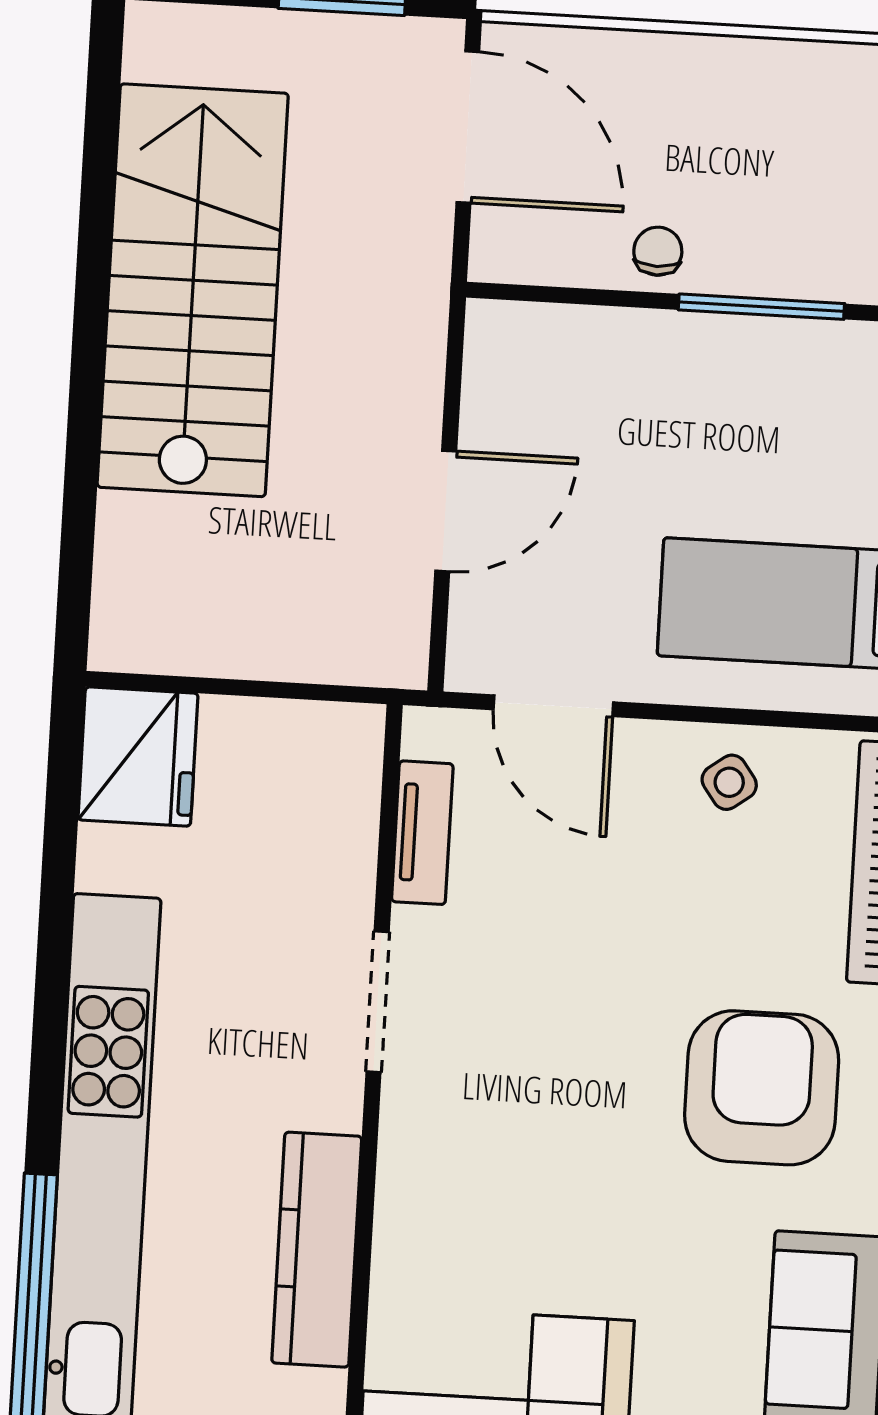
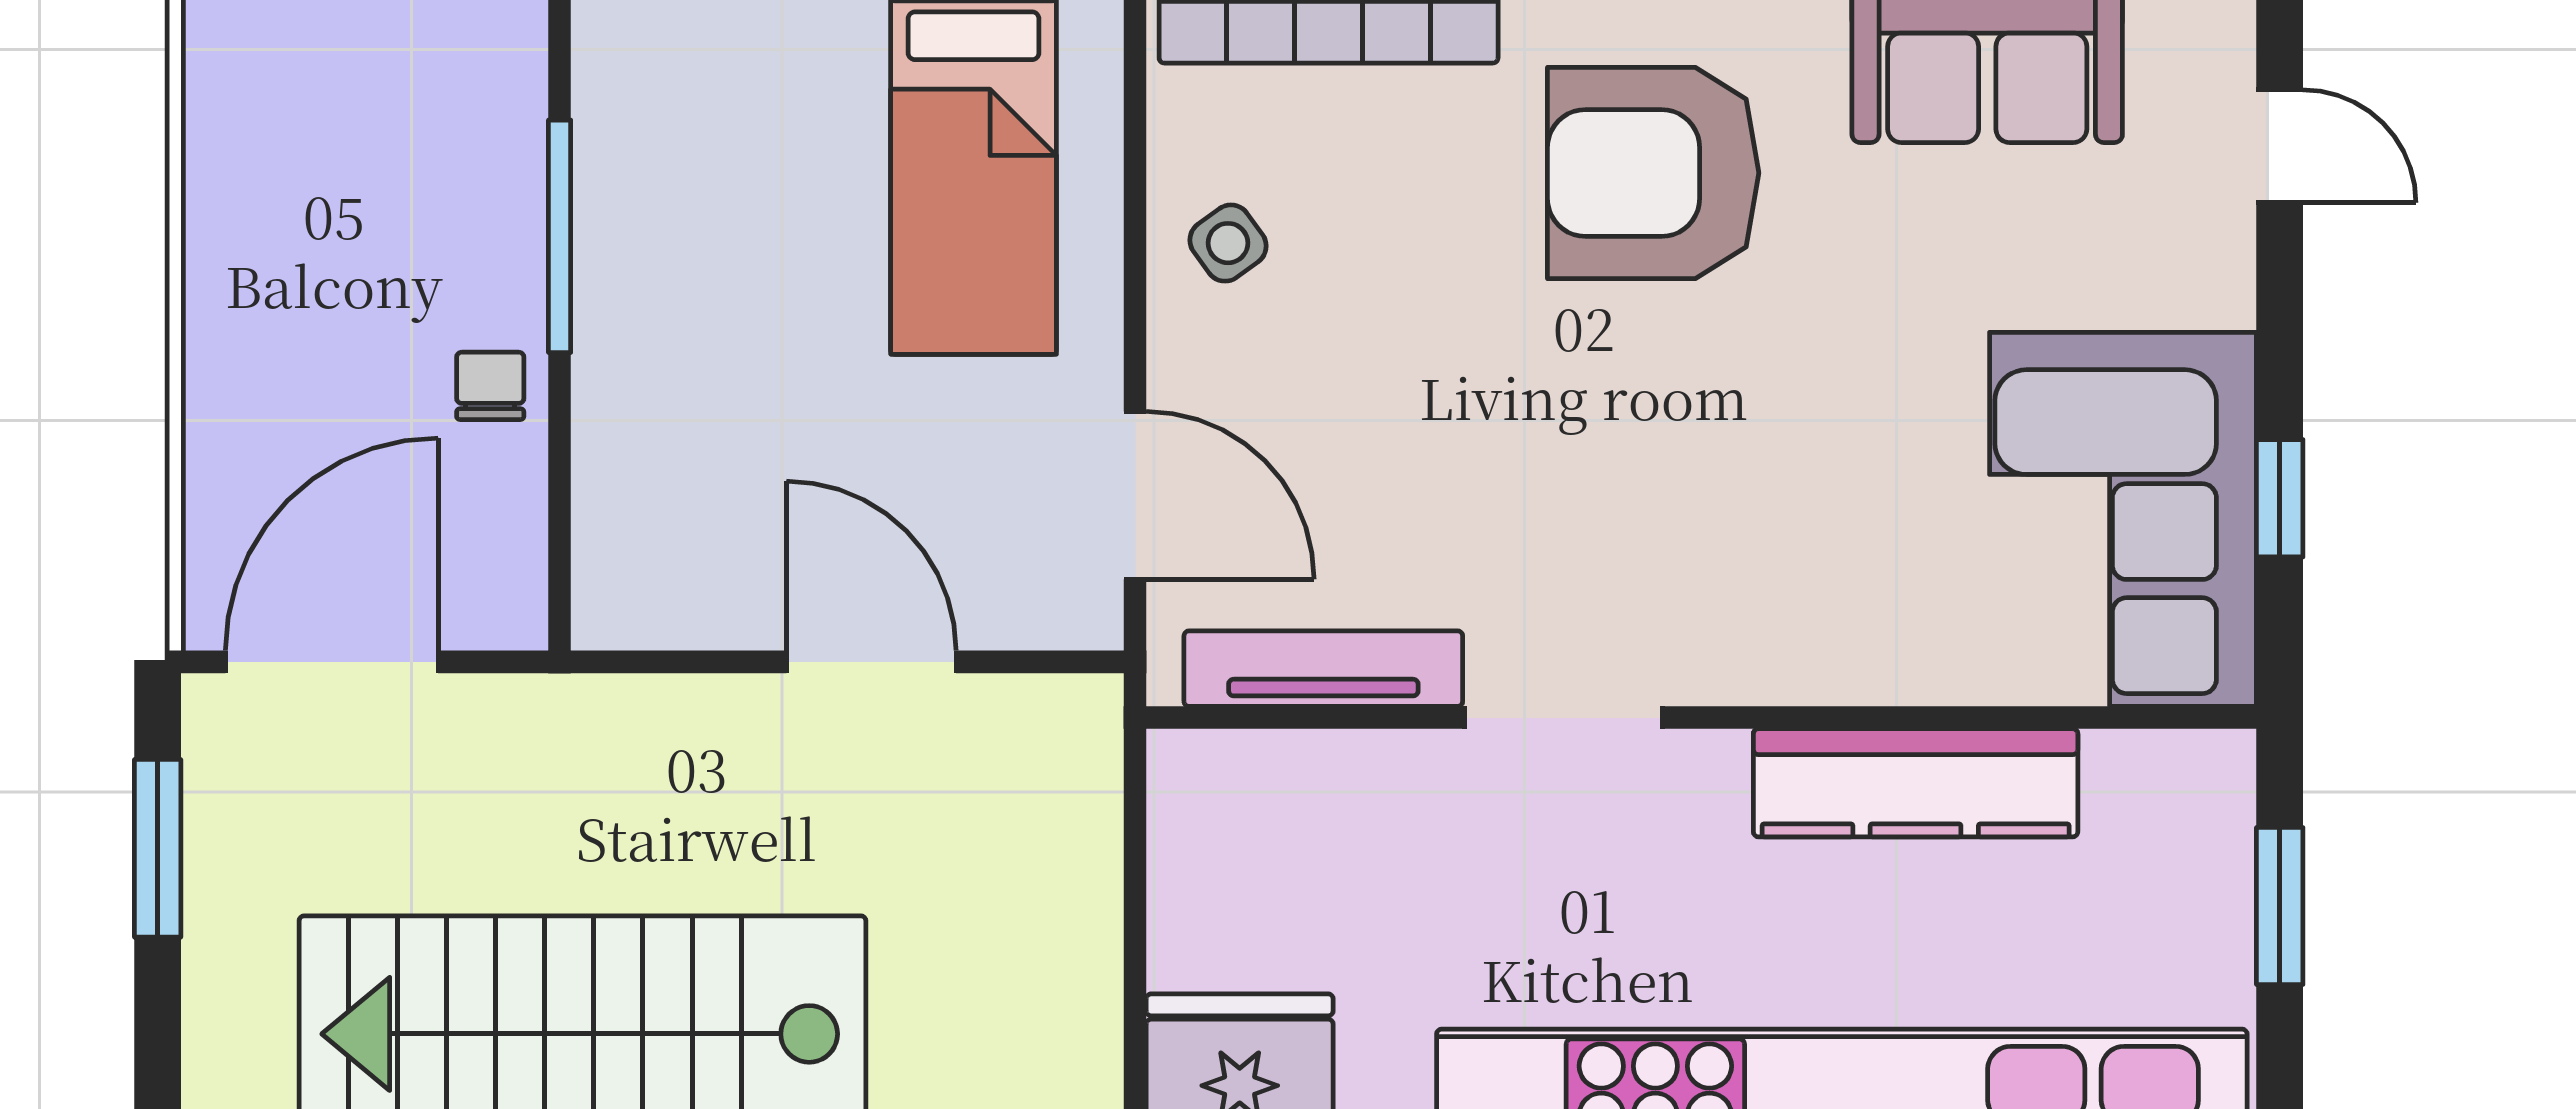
chair: (658, 251) -> (490, 386), turned 90
door: (553, 706) -> (1135, 495), hinge flipped
tv unit: (422, 833) -> (1323, 669), width x1.41

